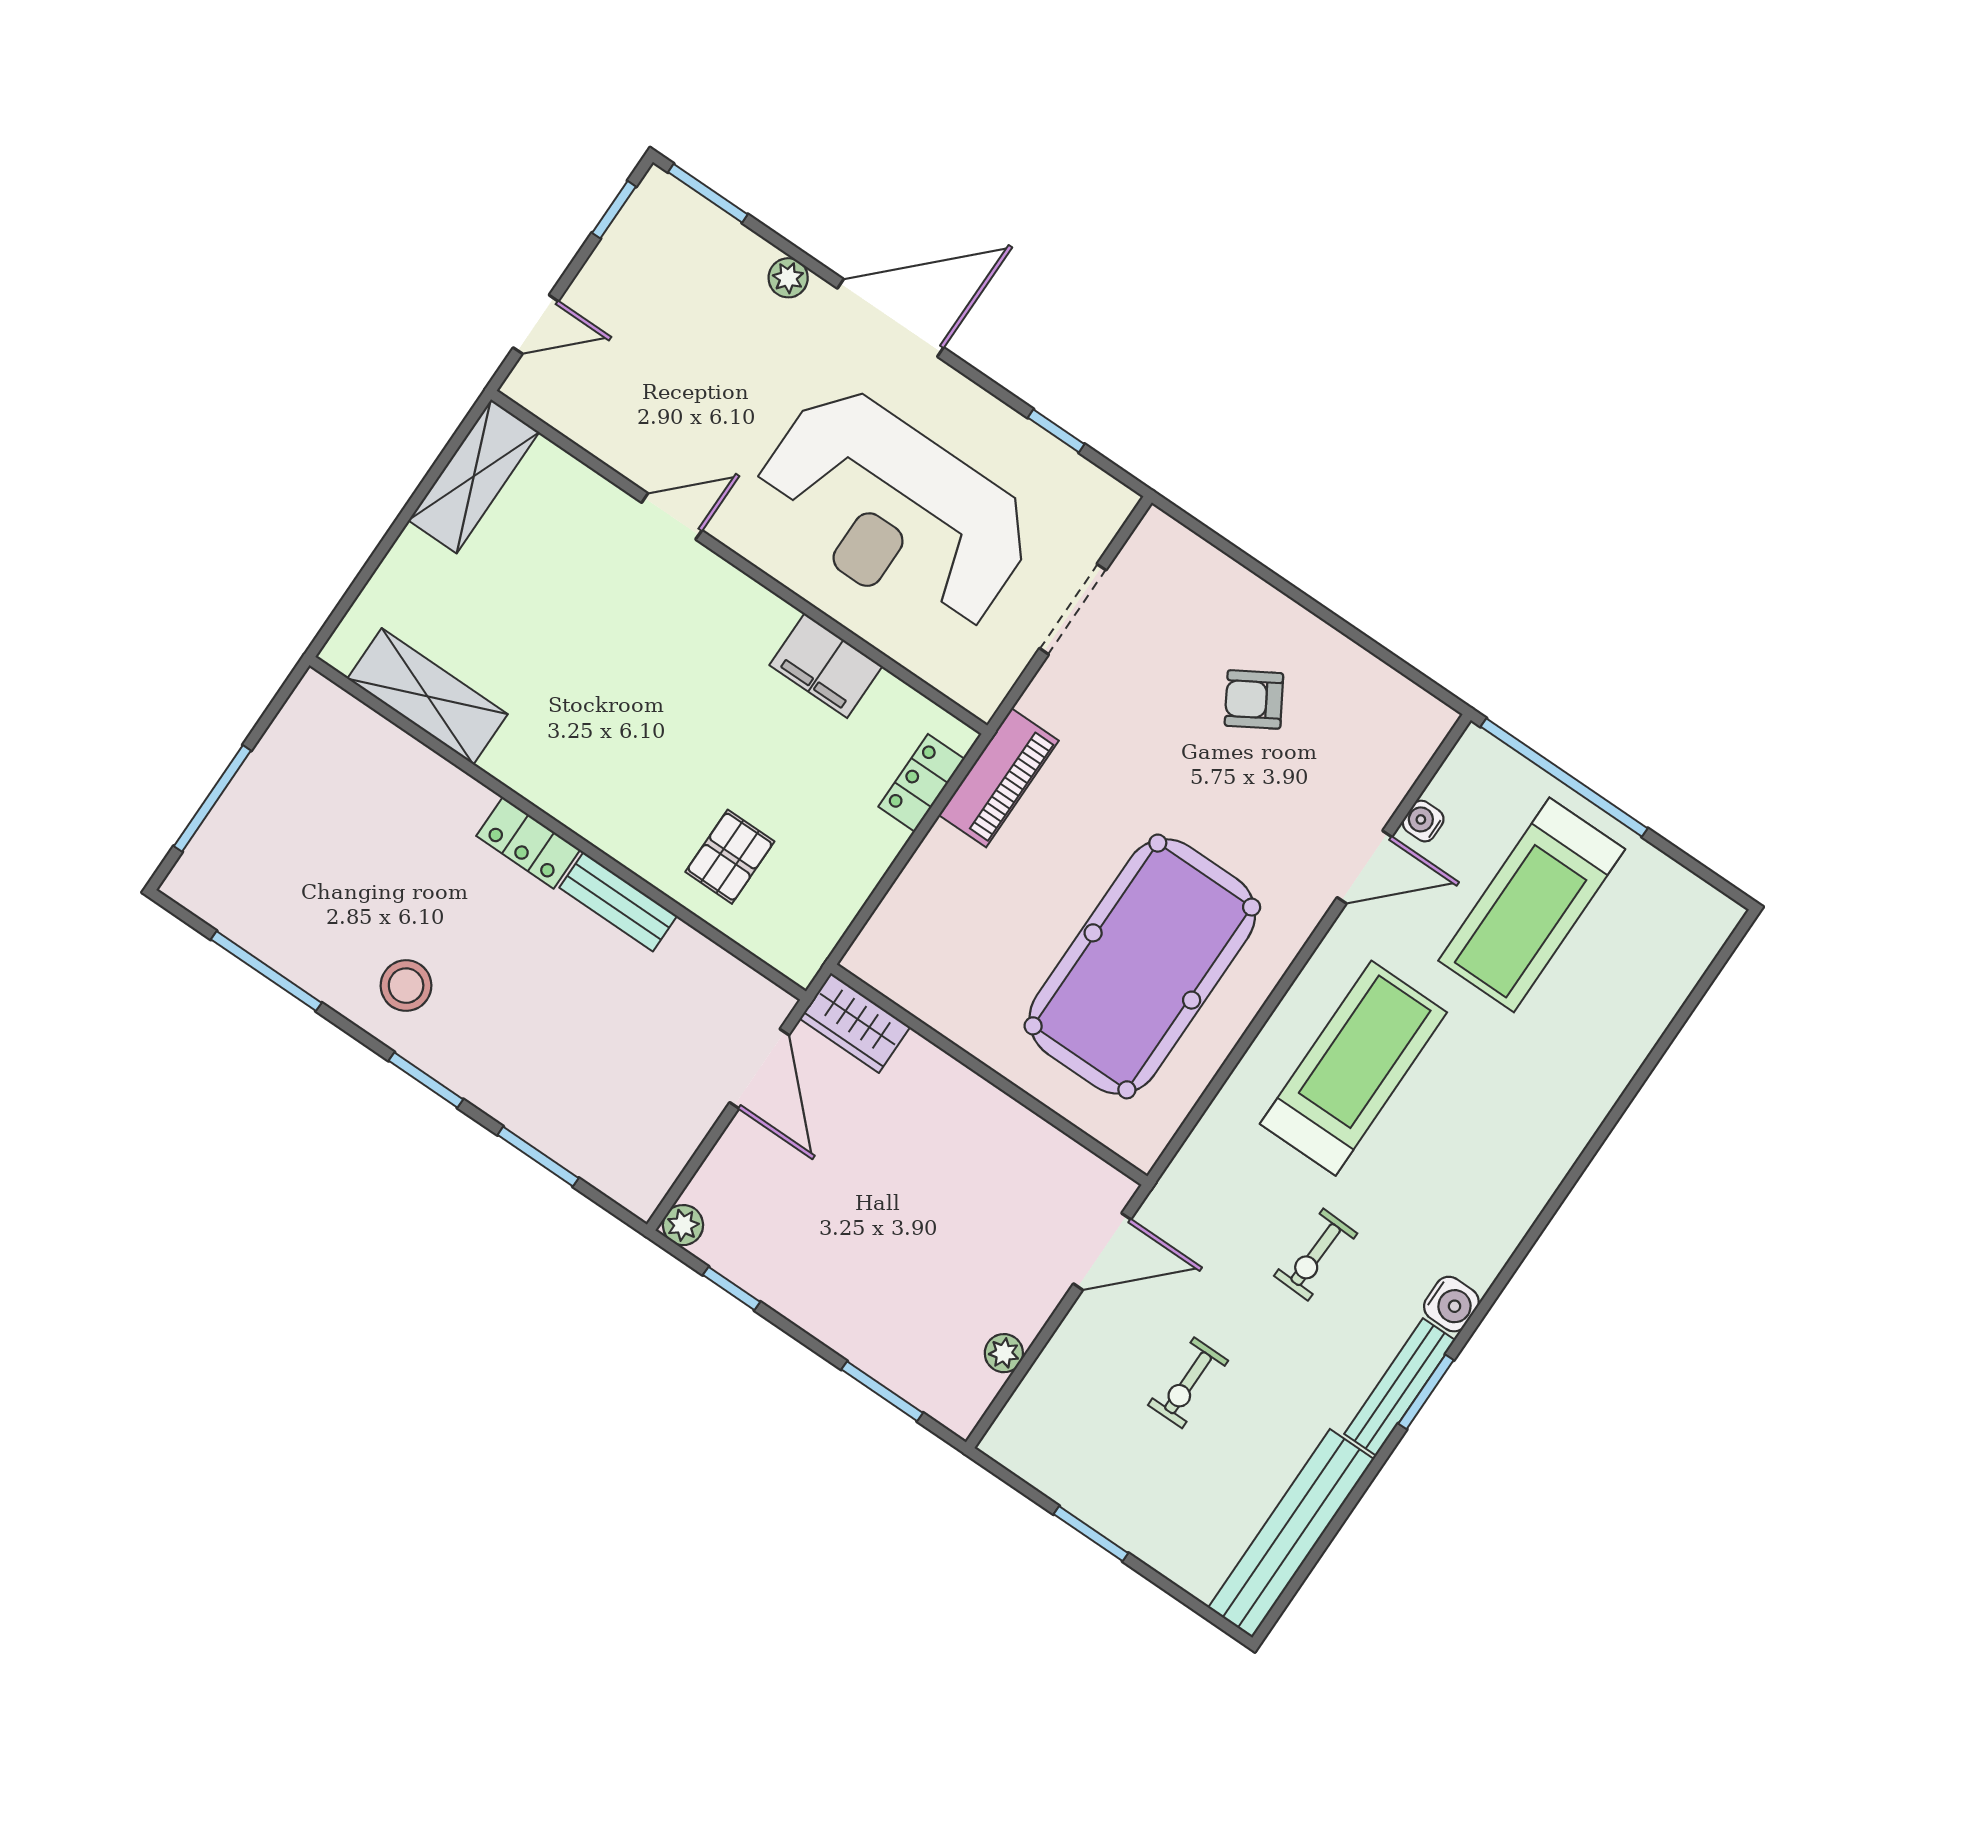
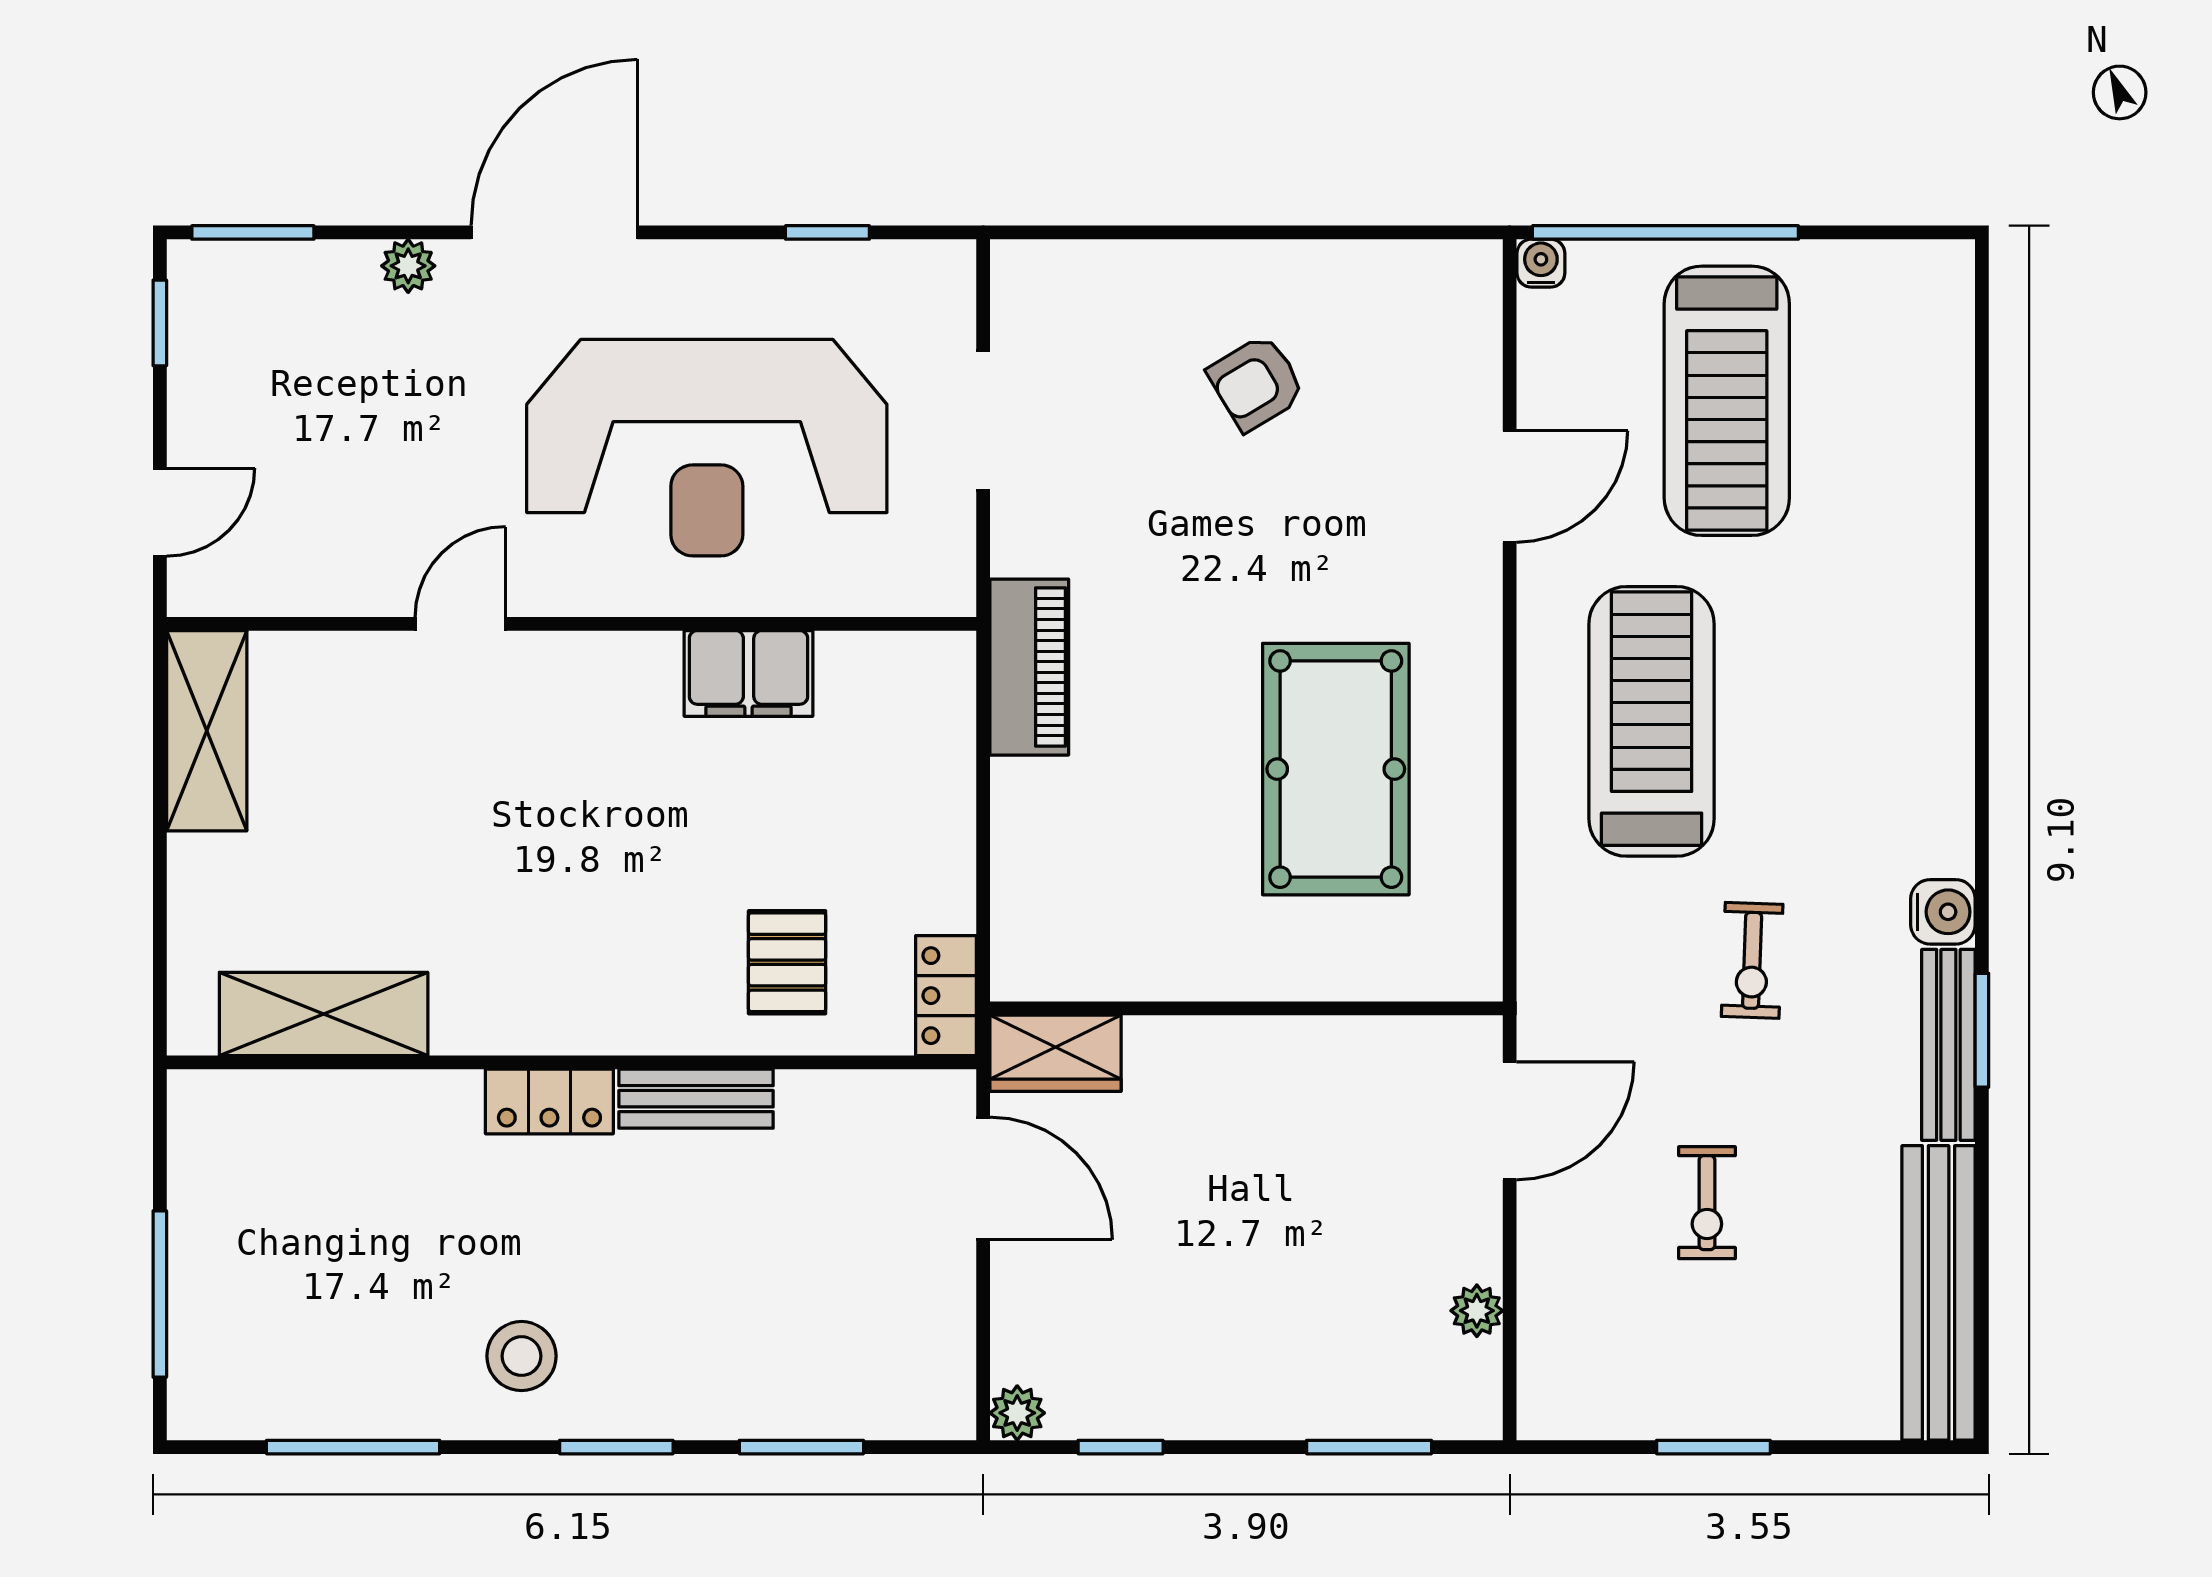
locker: (921, 783) -> (946, 996), moved
water cooler: (1423, 821) -> (1541, 263), moved, turned 90
pool table: (1142, 966) -> (1336, 769), width x0.73, depth x0.76

